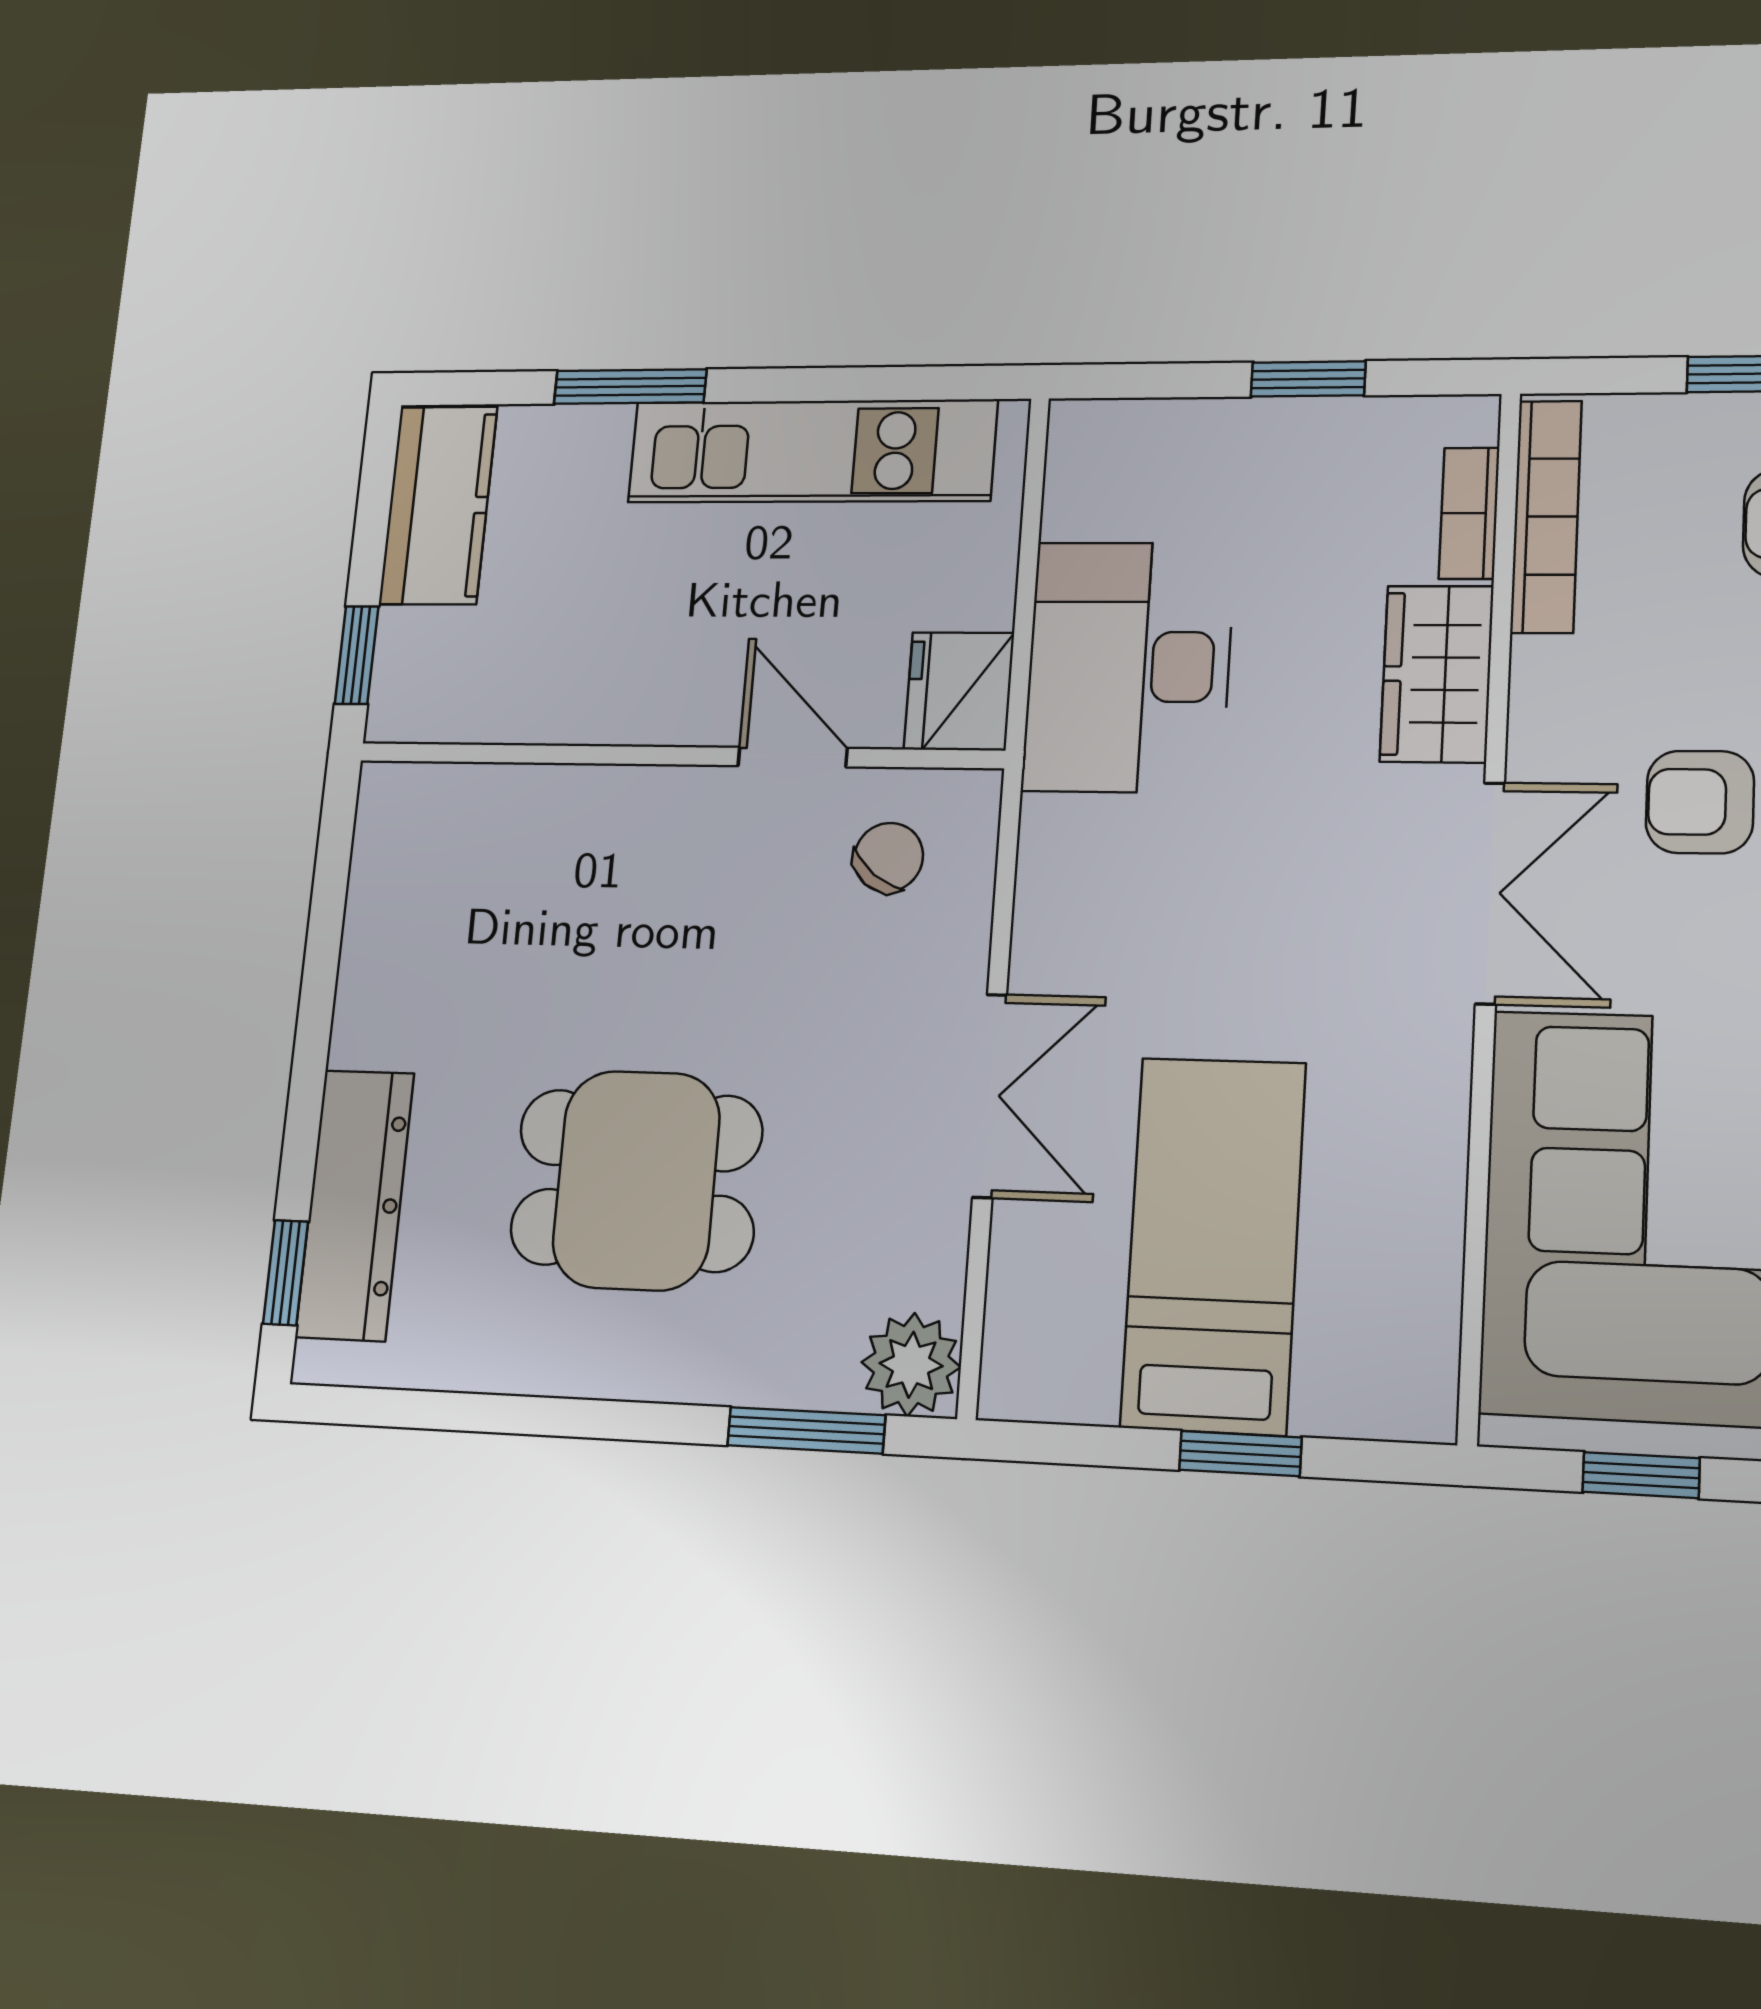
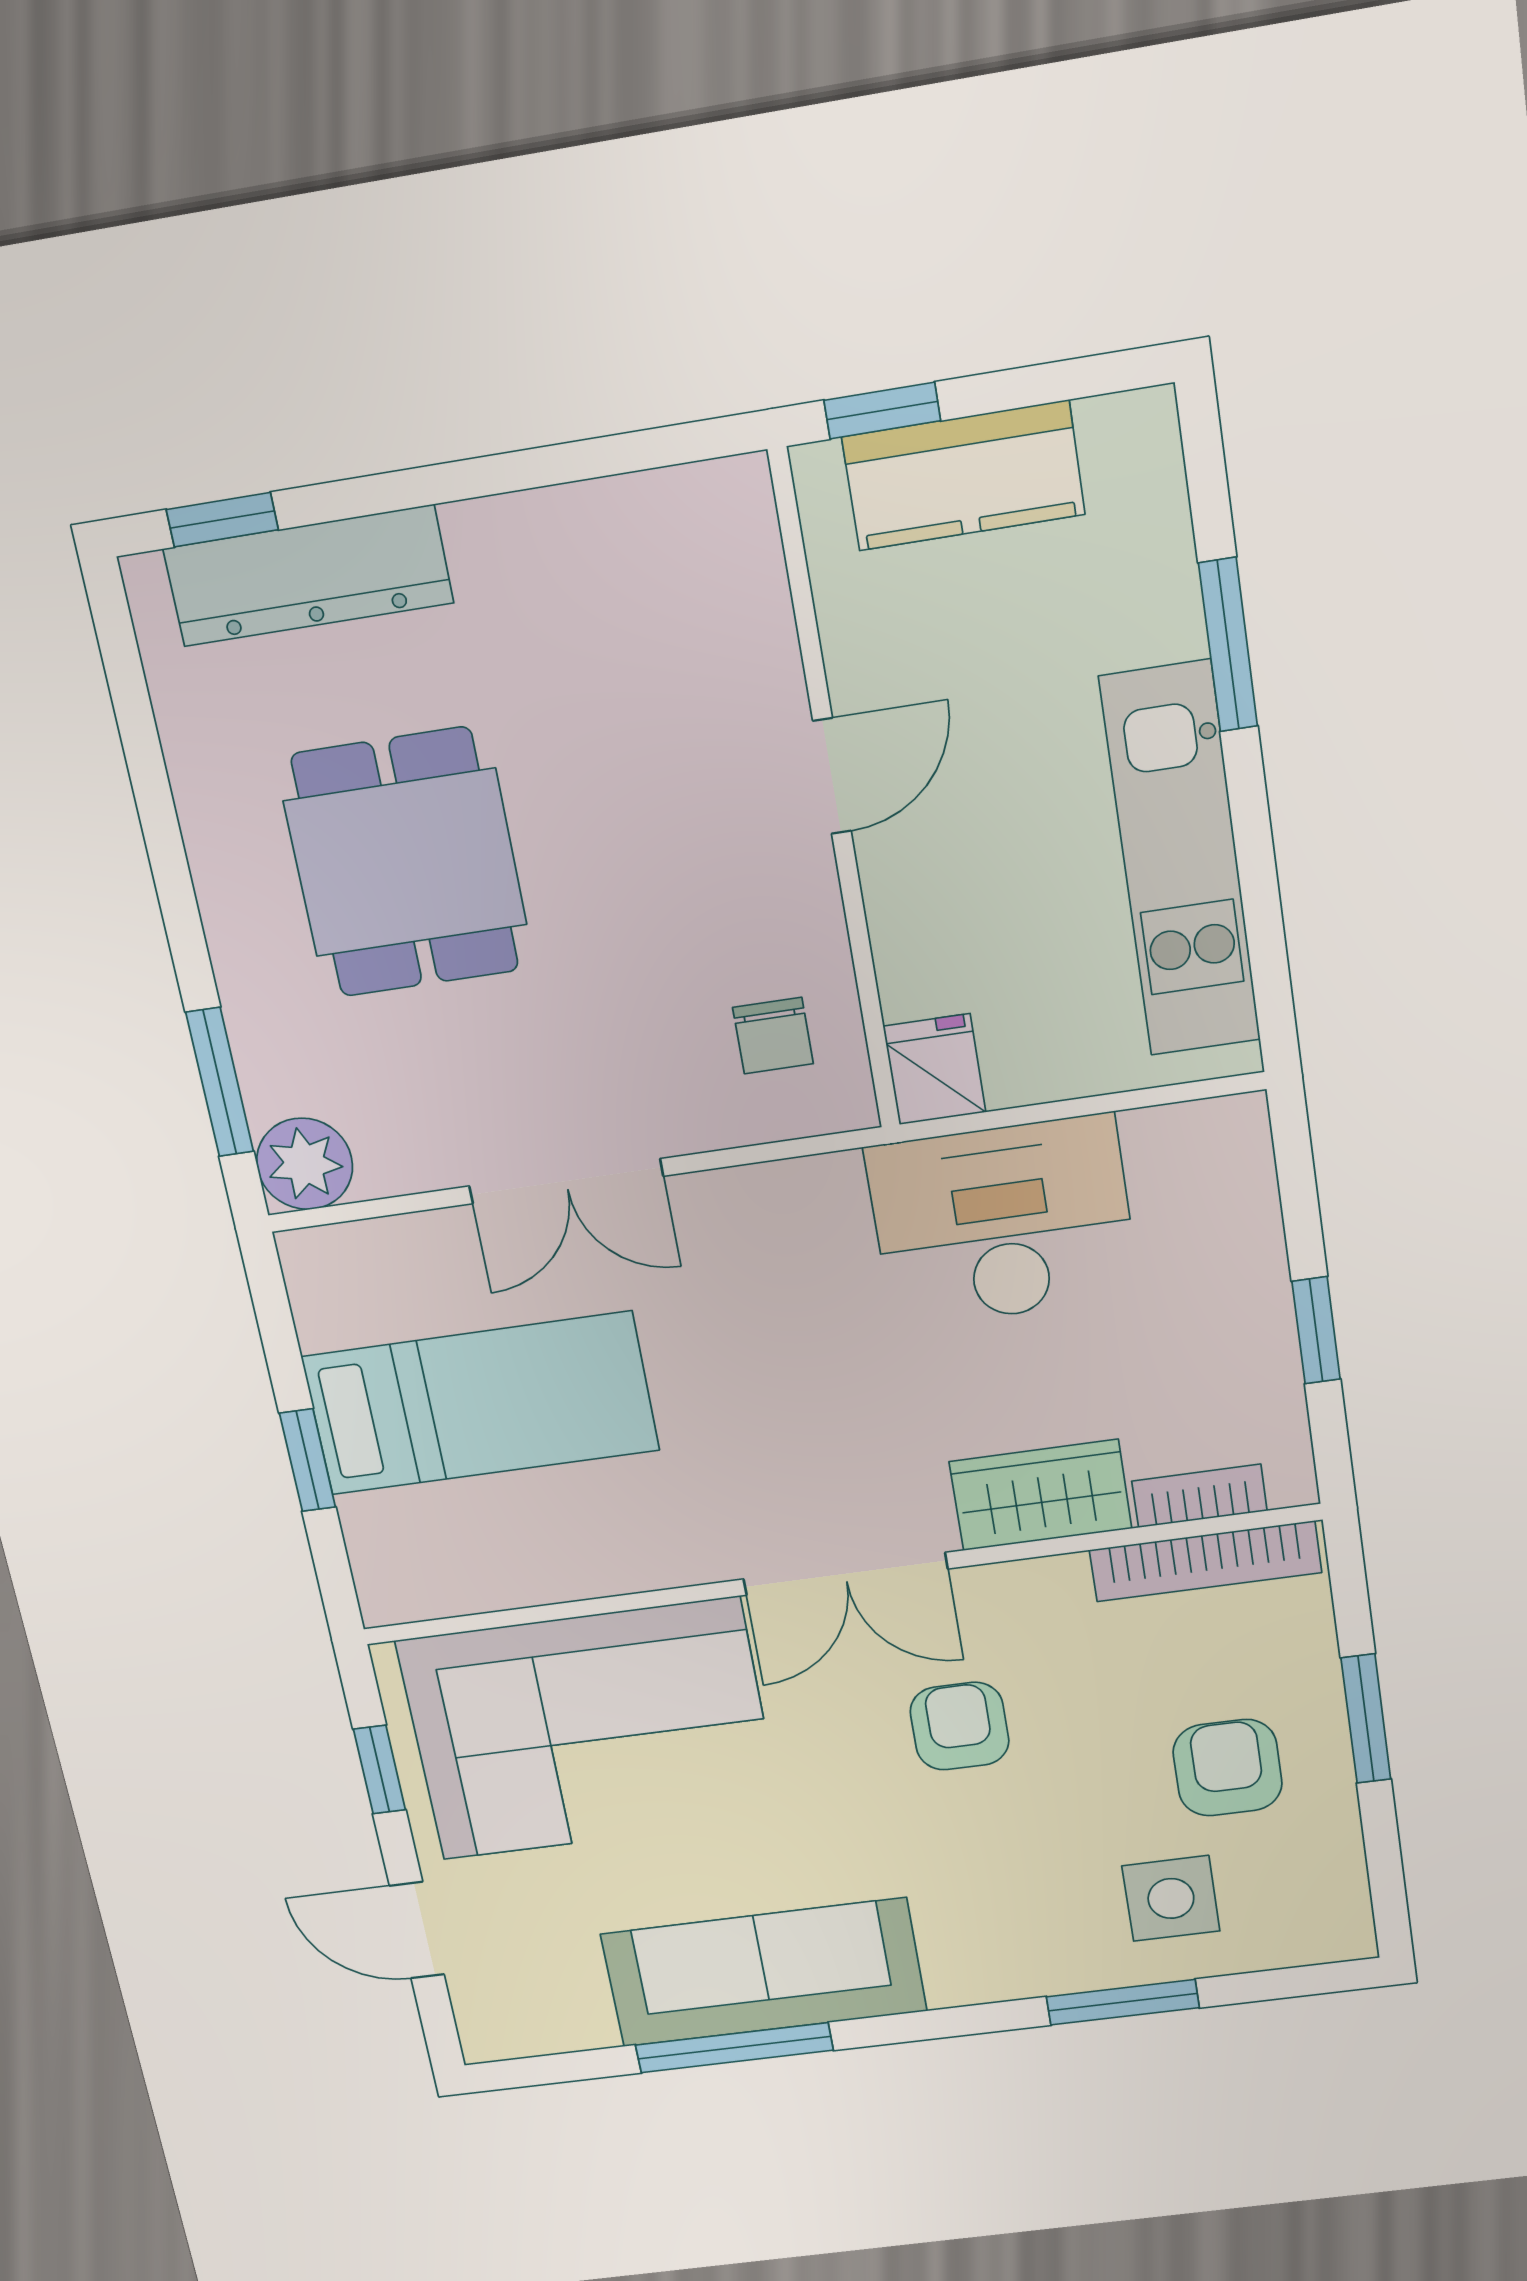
kitchen counter: (438, 505) -> (963, 476), moved
fridge: (959, 691) -> (935, 1069), width x0.72
door: (793, 757) -> (832, 776), moved
chair: (888, 857) -> (773, 1036), turned 52

